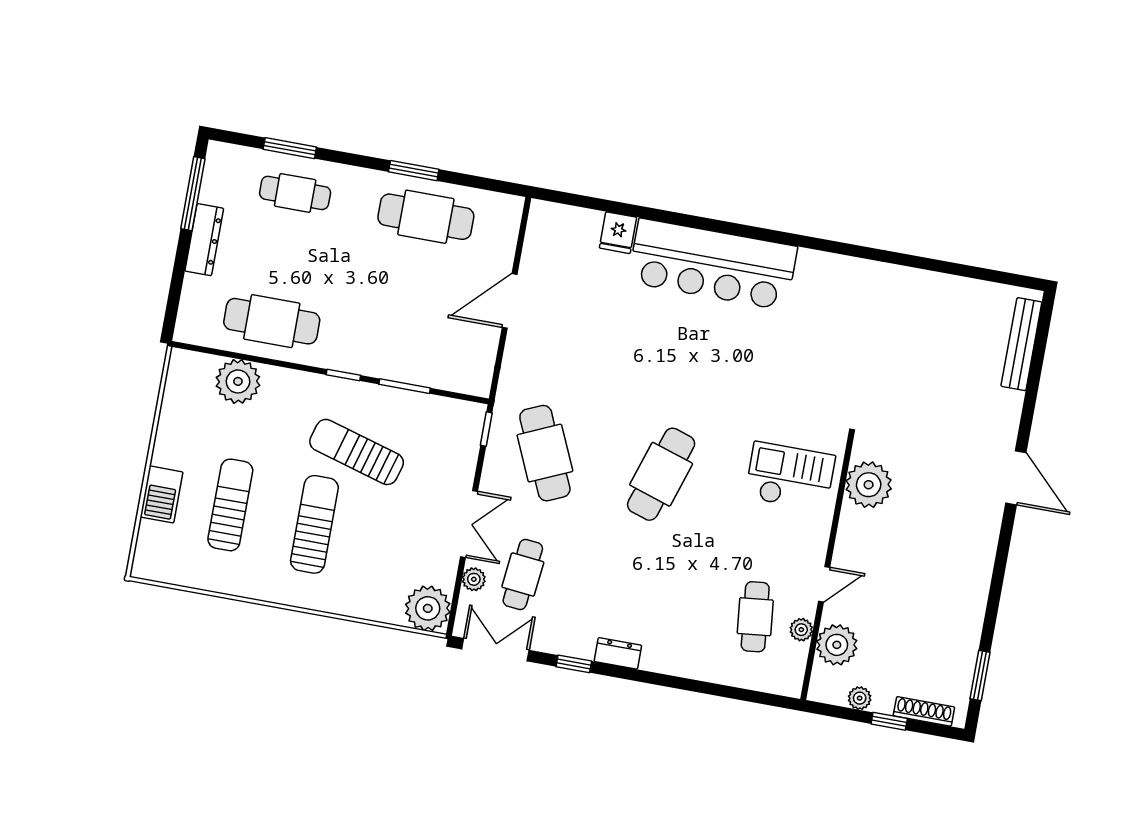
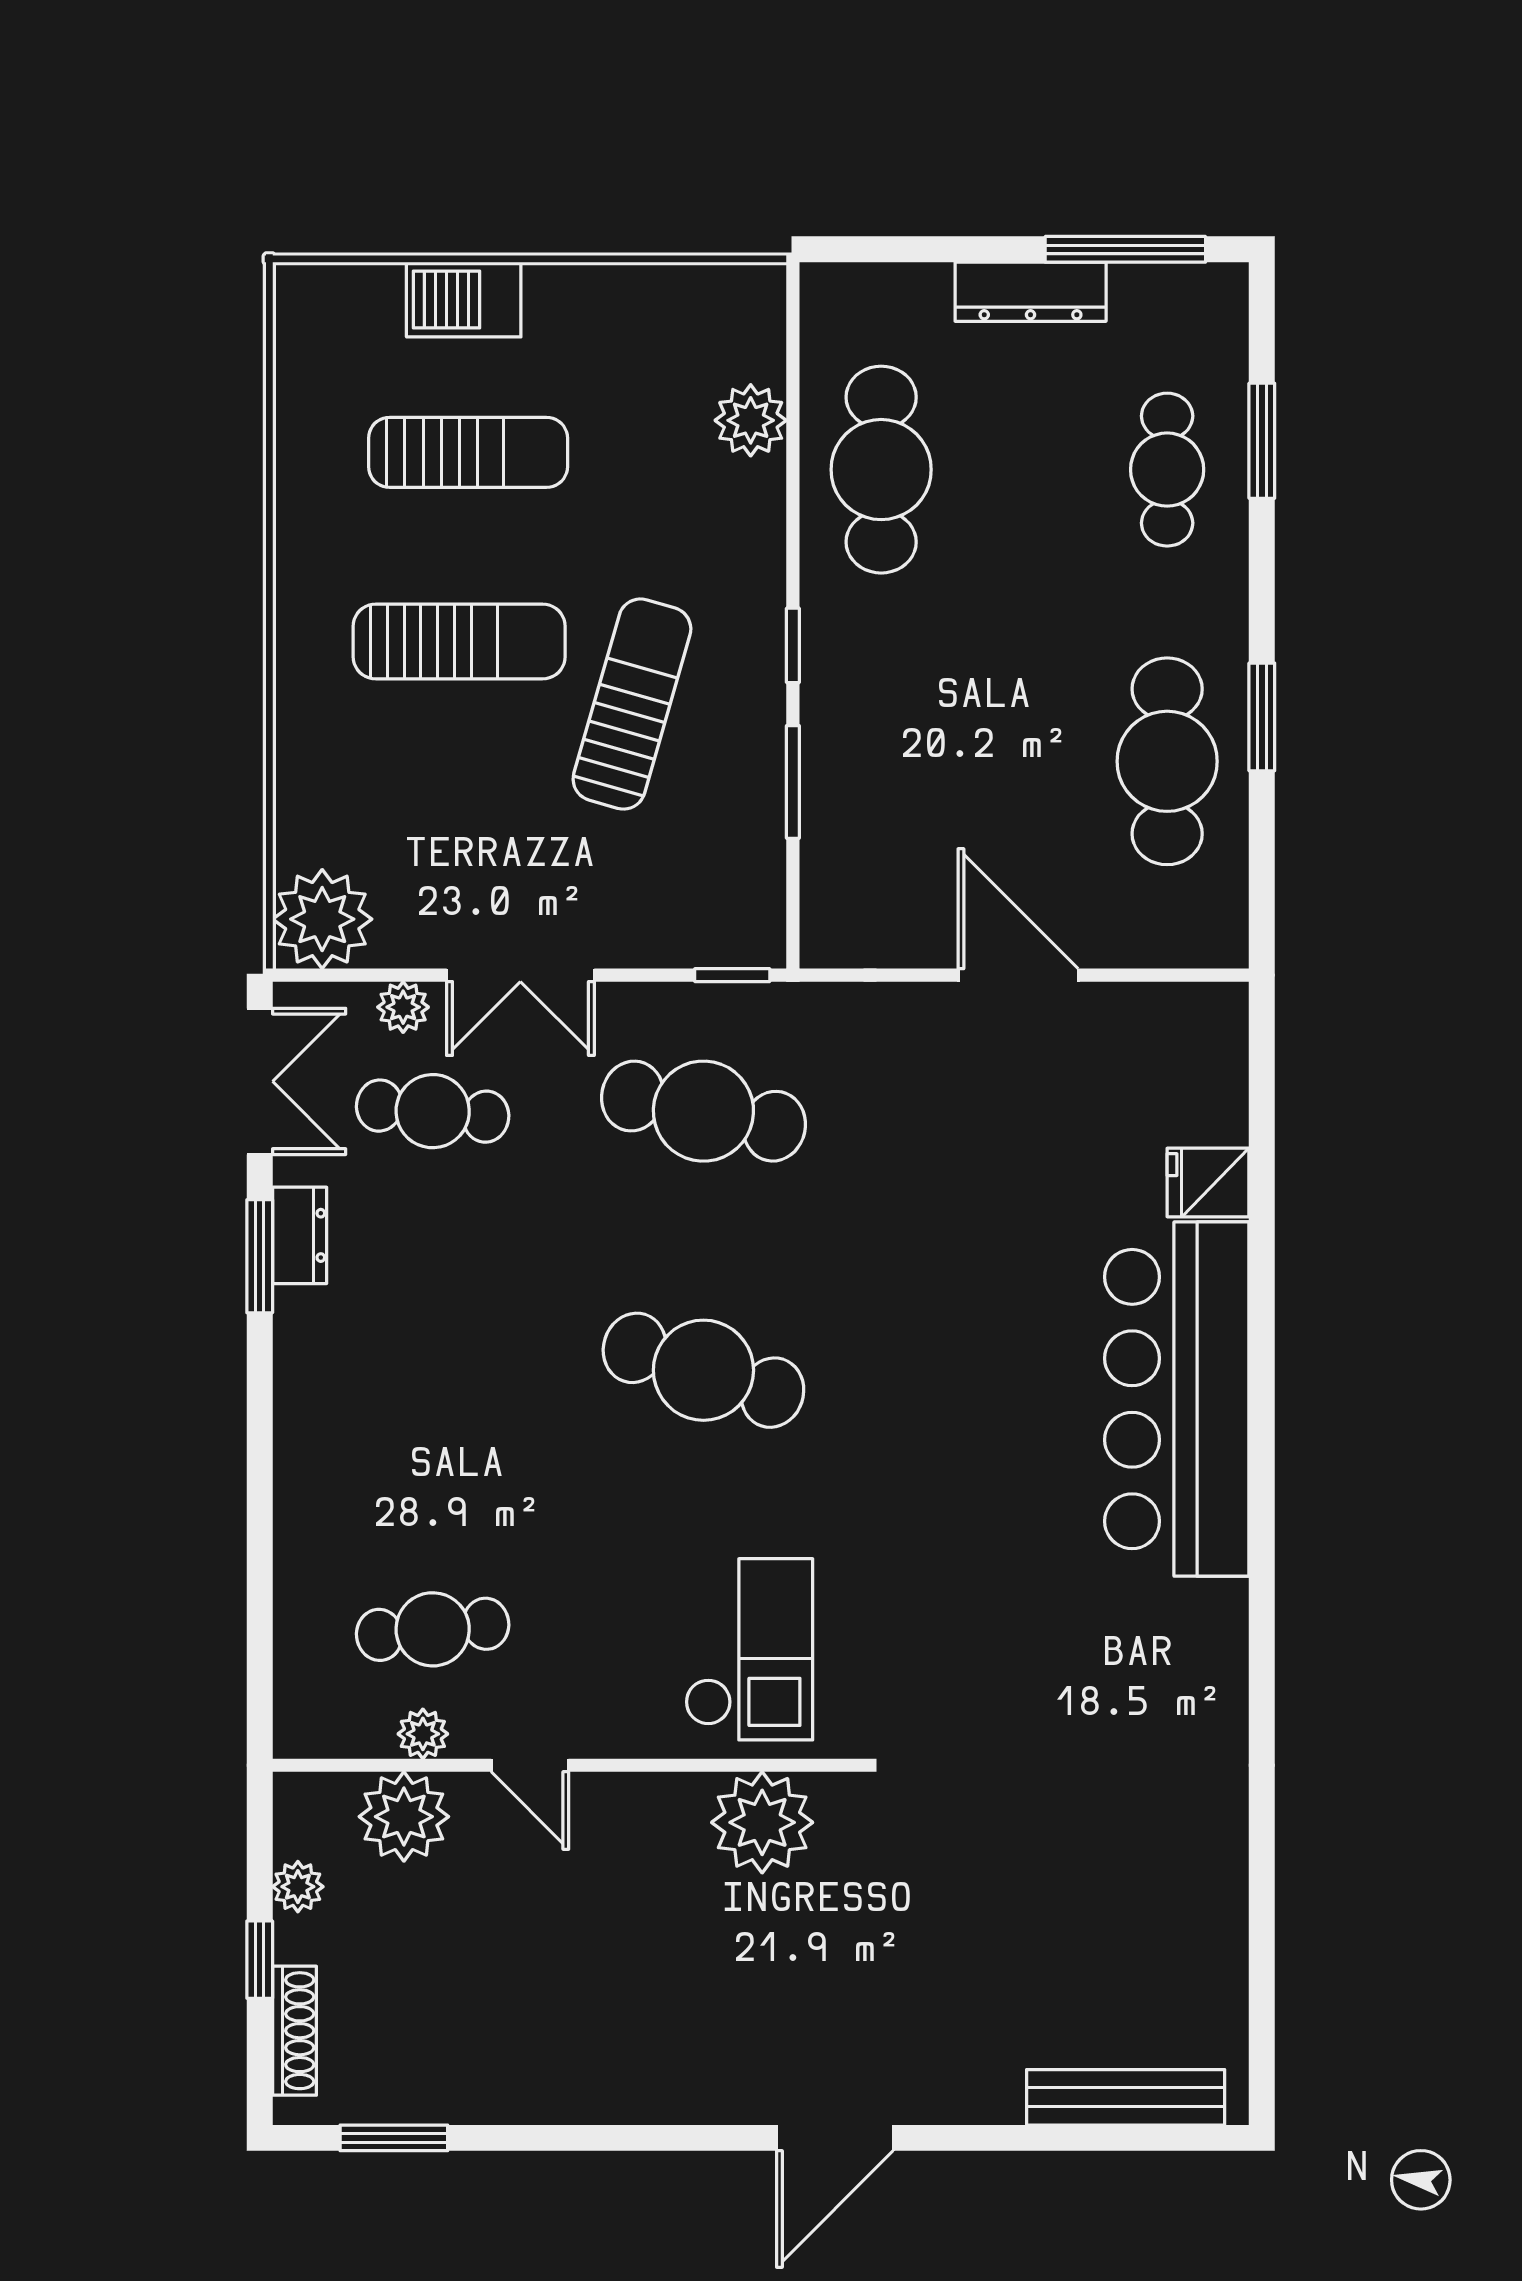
plant: (238, 381) -> (751, 420), width x0.73, depth x0.73
cafe table: (545, 453) -> (703, 1111), turned 36
dresser: (618, 653) -> (300, 1235), moved
window: (574, 664) -> (260, 1256), width x1.50

